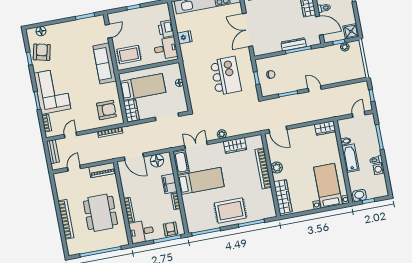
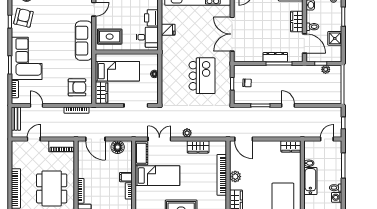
shower: (351, 31) -> (335, 38), moved
door: (70, 135) -> (36, 105), hinge flipped
filing cabinet: (170, 184) -> (126, 177), width x0.50

